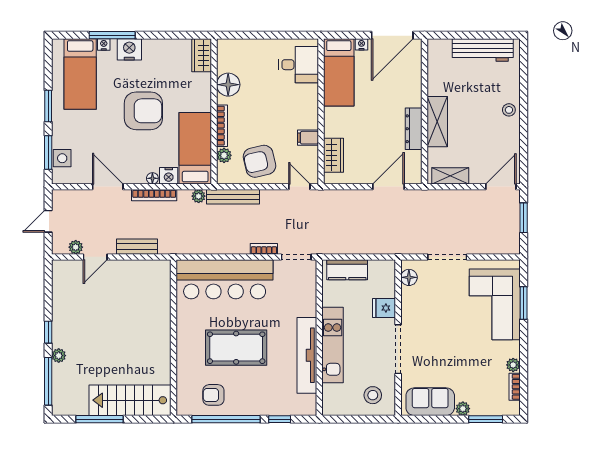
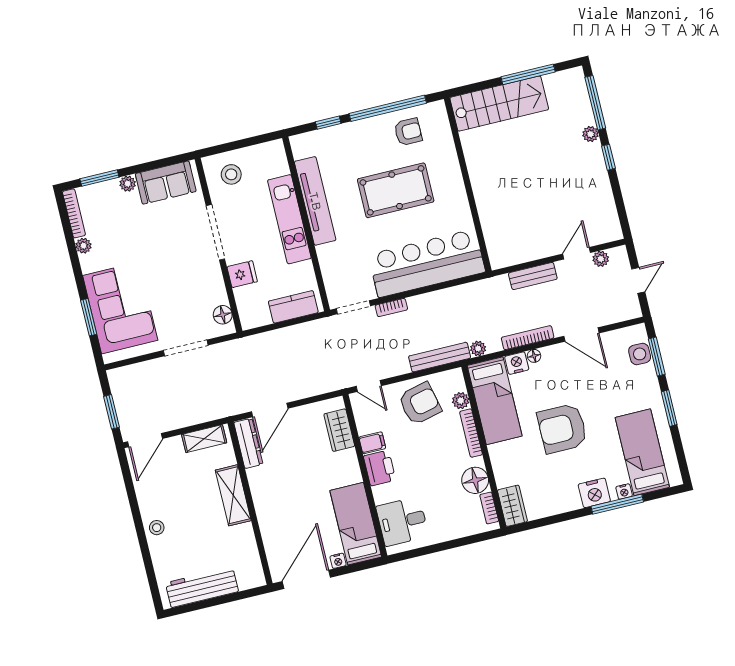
bookcase: (222, 58) -> (489, 508), added
printer: (307, 115) -> (380, 468), added
dresser: (414, 129) -> (248, 443), moved
bookcase: (515, 387) -> (74, 213), width x1.56

